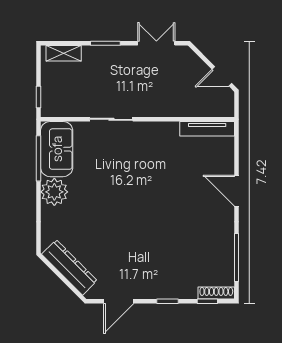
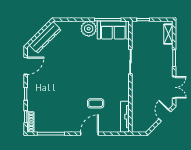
door: (222, 76) -> (165, 115), moved
coffee table: (184, 180) -> (96, 103), added
door: (119, 301) -> (26, 66), swing flipped

